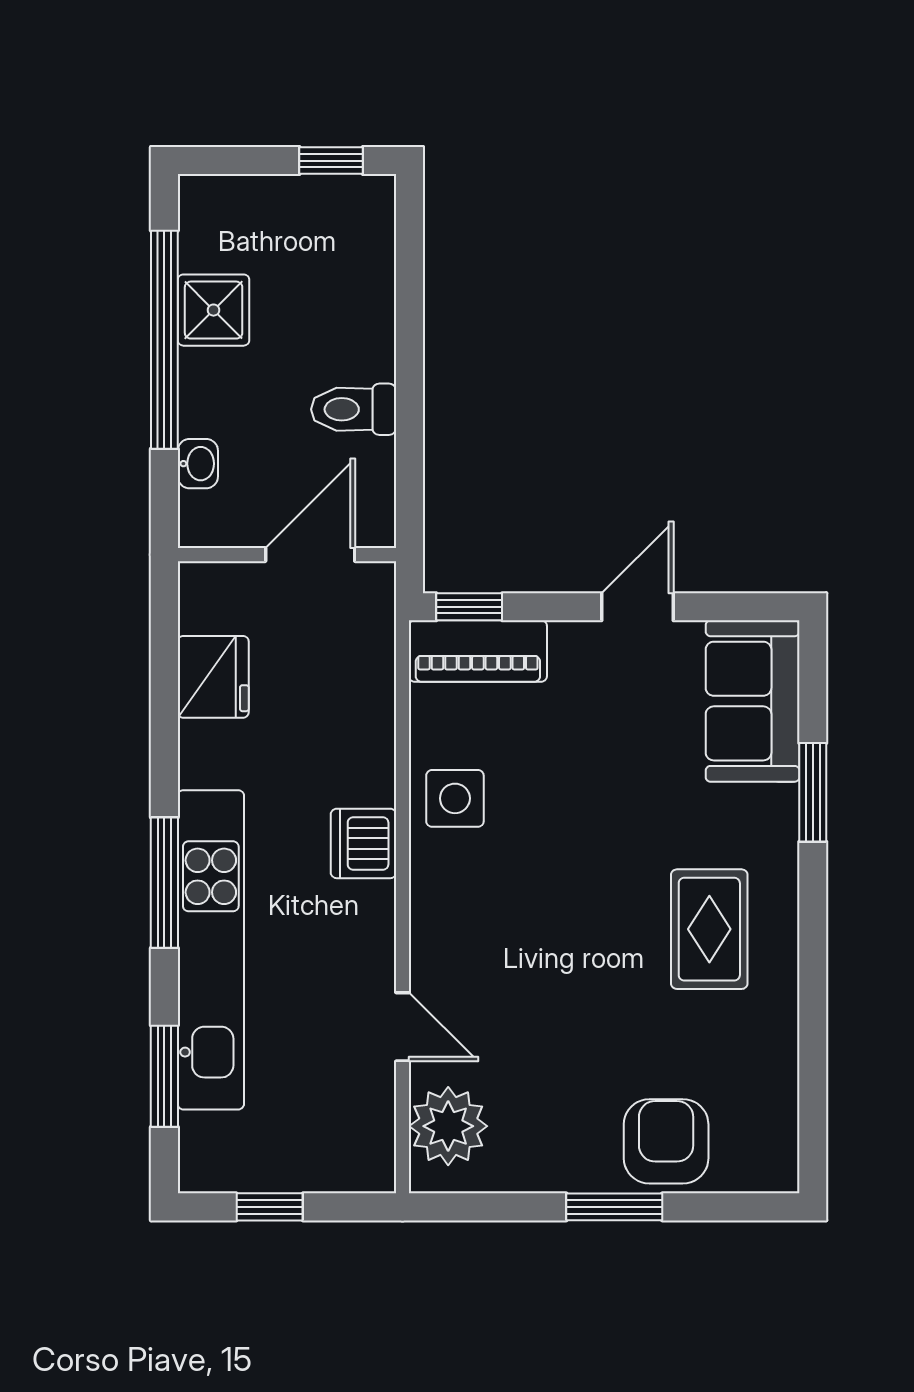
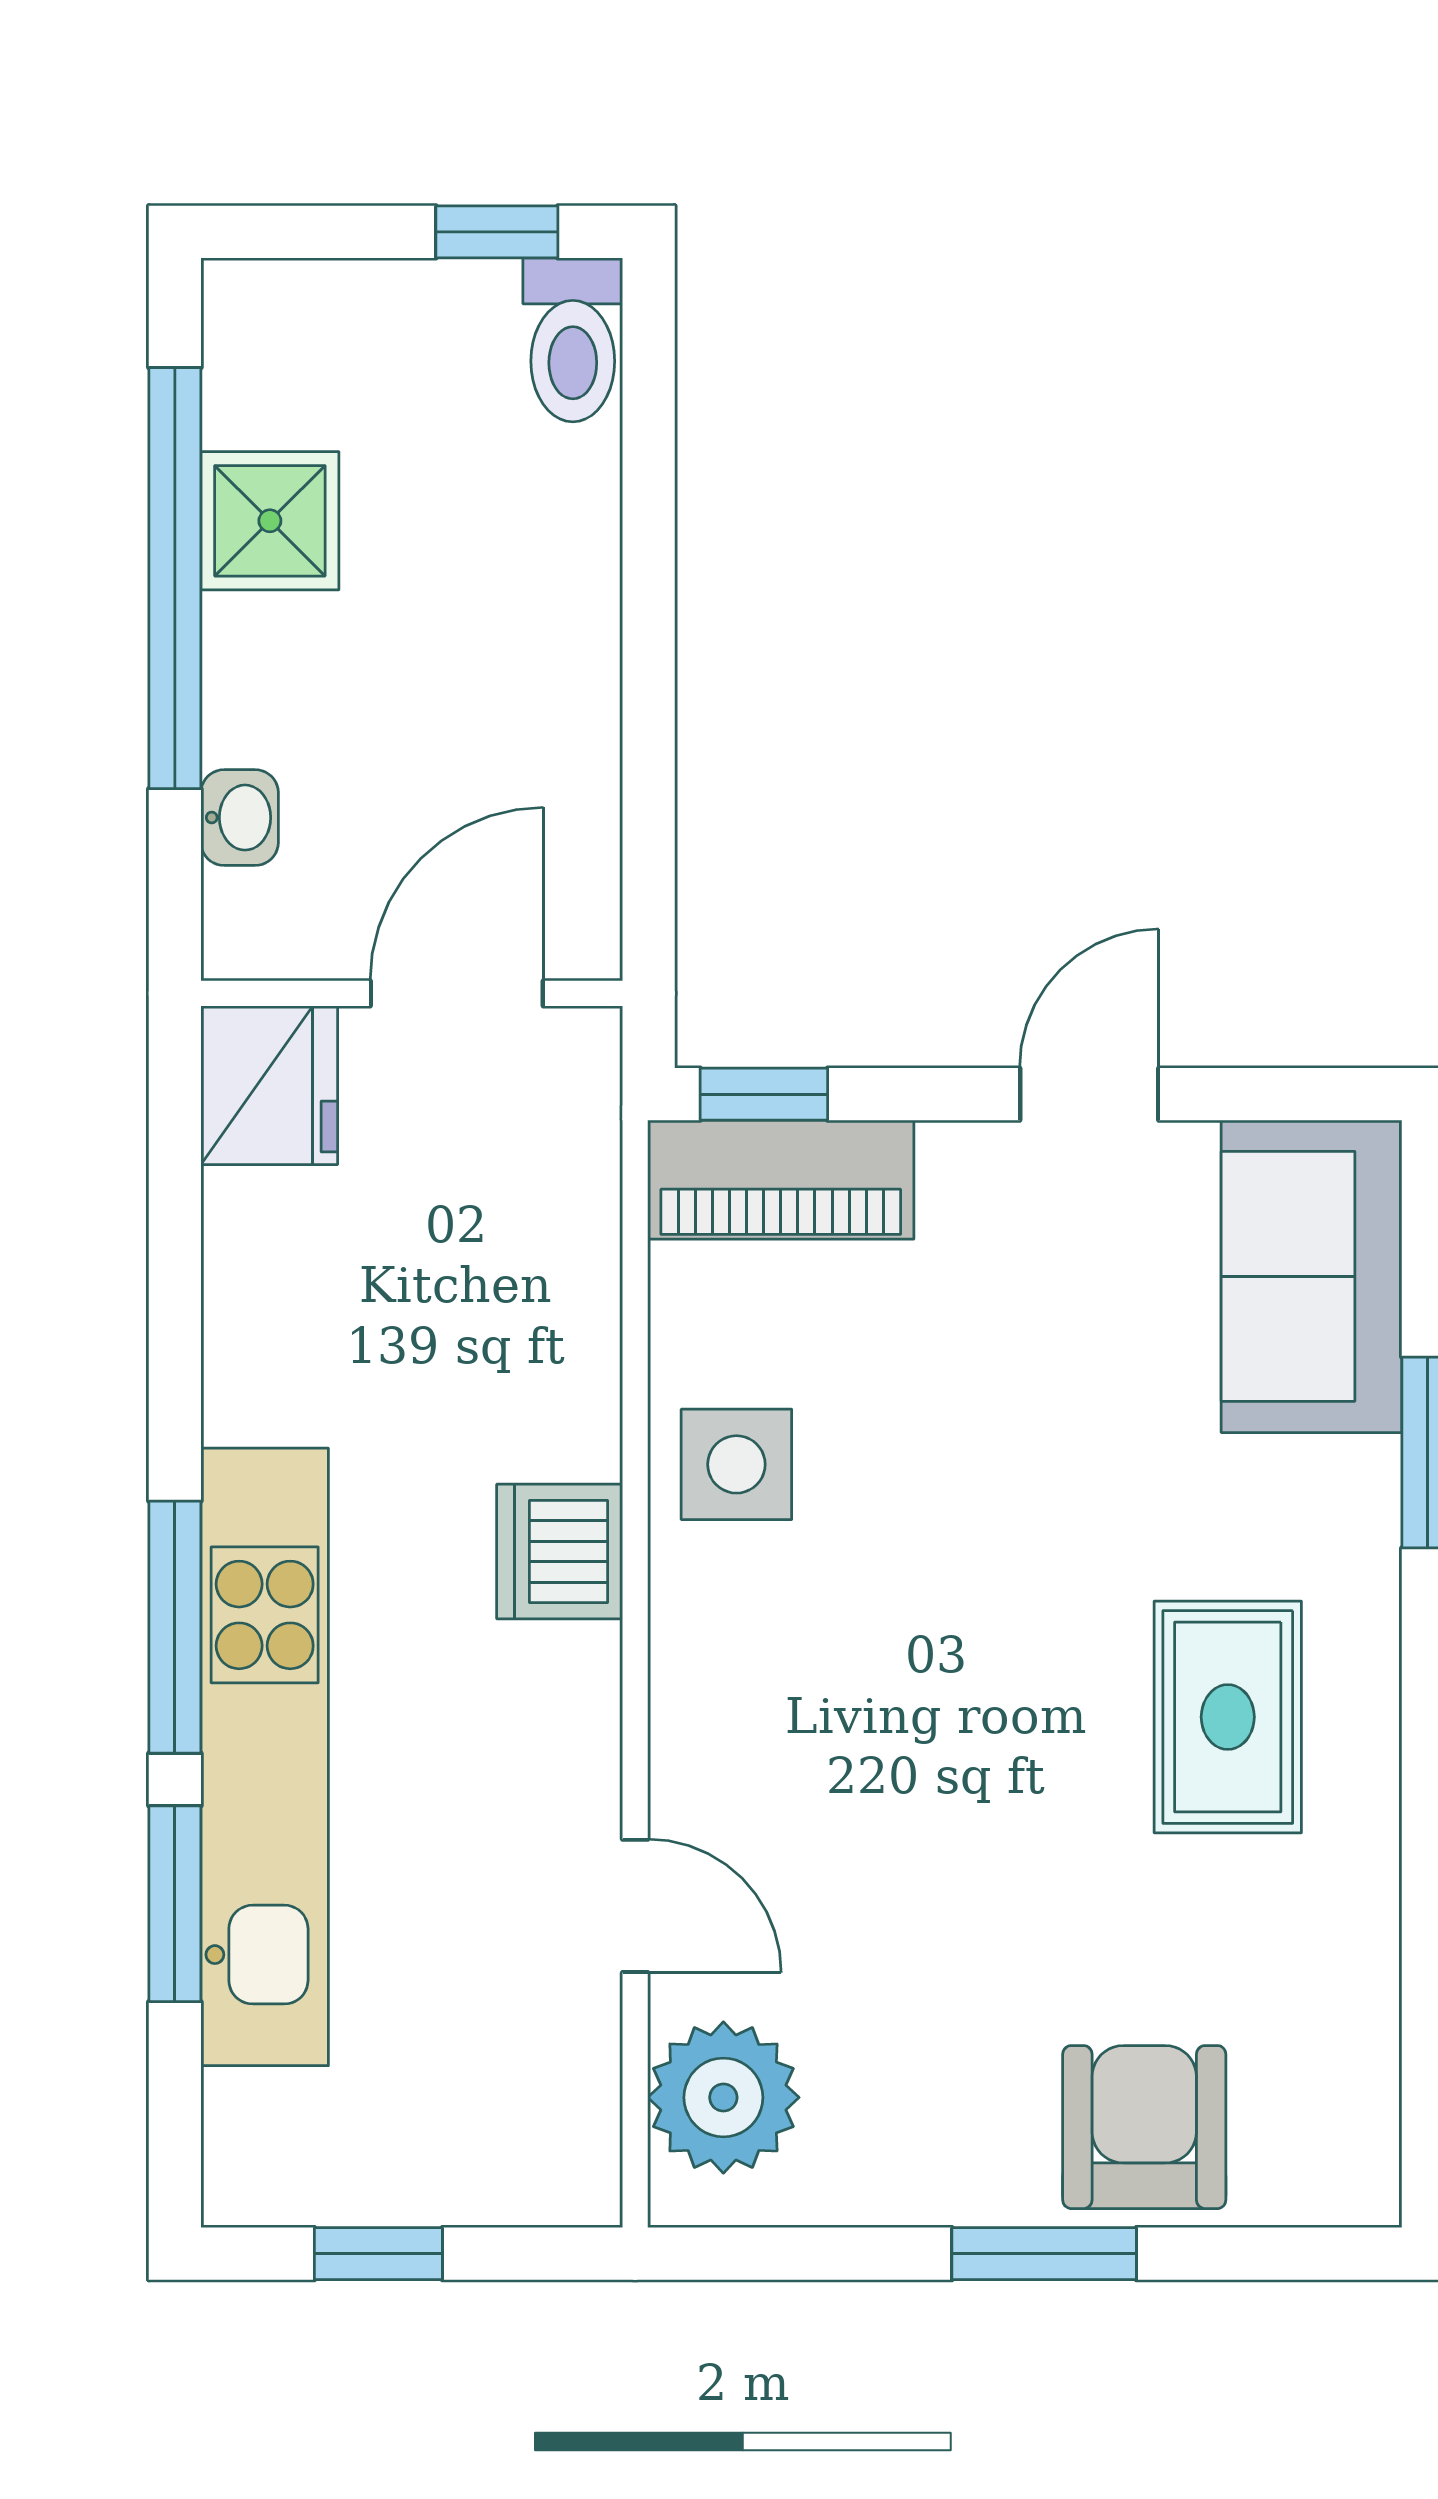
toilet: (354, 409) -> (573, 340), moved, turned -90
fridge: (213, 677) -> (269, 1085), moved
window: (164, 1076) -> (175, 1904), moved

